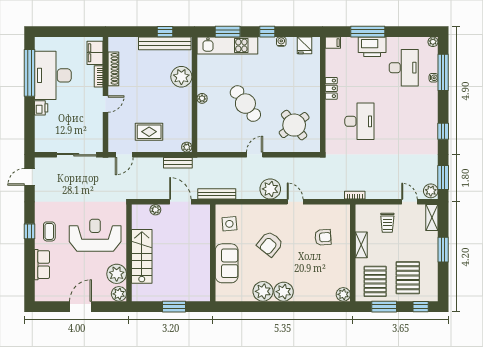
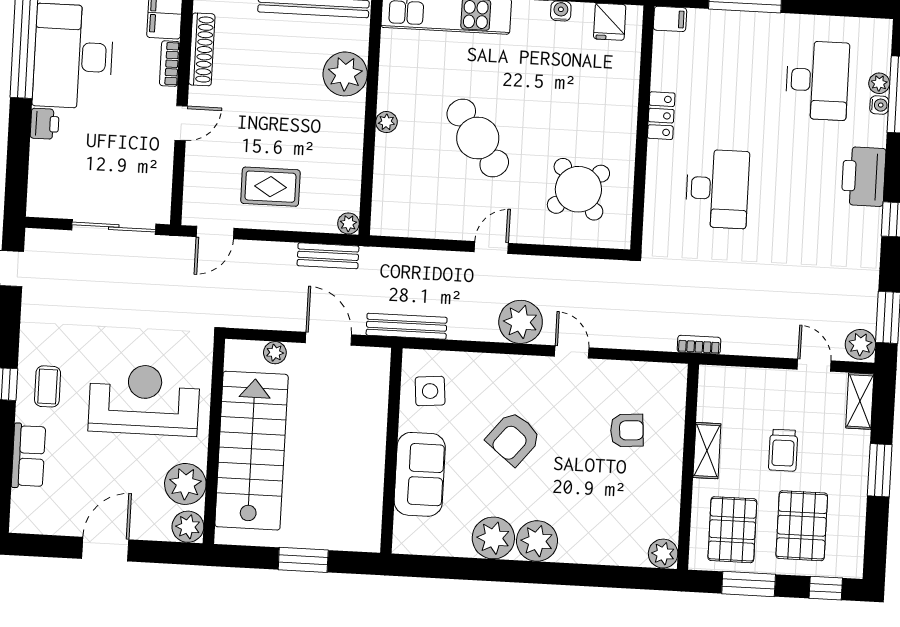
plant: (433, 42) -> (879, 83), moved
printer: (372, 47) -> (864, 176), moved, turned 90
trolley: (387, 223) -> (783, 450), moved
stairs: (142, 256) -> (252, 451), width x1.36, depth x1.51

